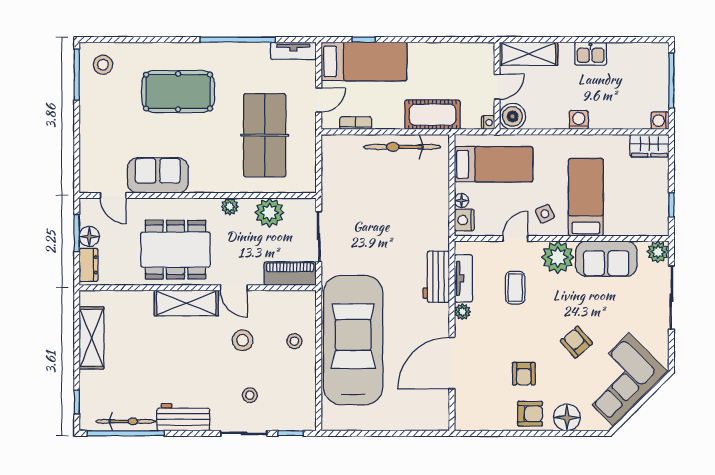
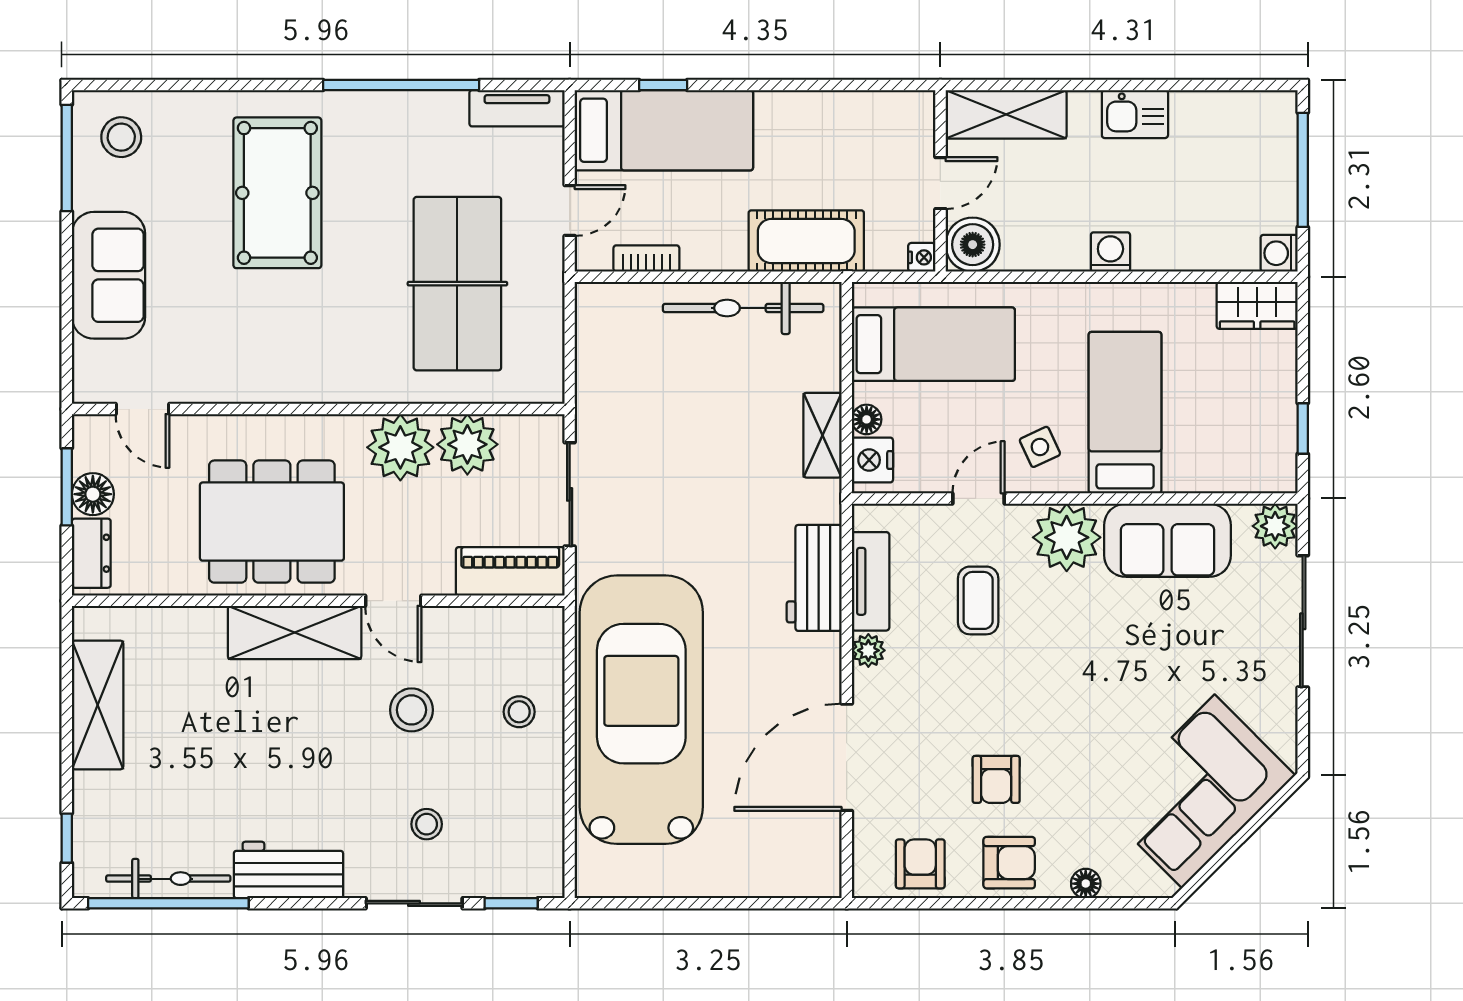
pool table: (178, 92) -> (277, 193), turned 90
sofa: (158, 175) -> (108, 275), moved, turned 90
plant: (230, 206) -> (400, 447), width x1.87, depth x1.87
shelving: (440, 208) -> (822, 435), added
armchair: (576, 342) -> (920, 864), moved, turned 41
floor lamp: (567, 417) -> (1086, 884), width x0.53, depth x0.53

